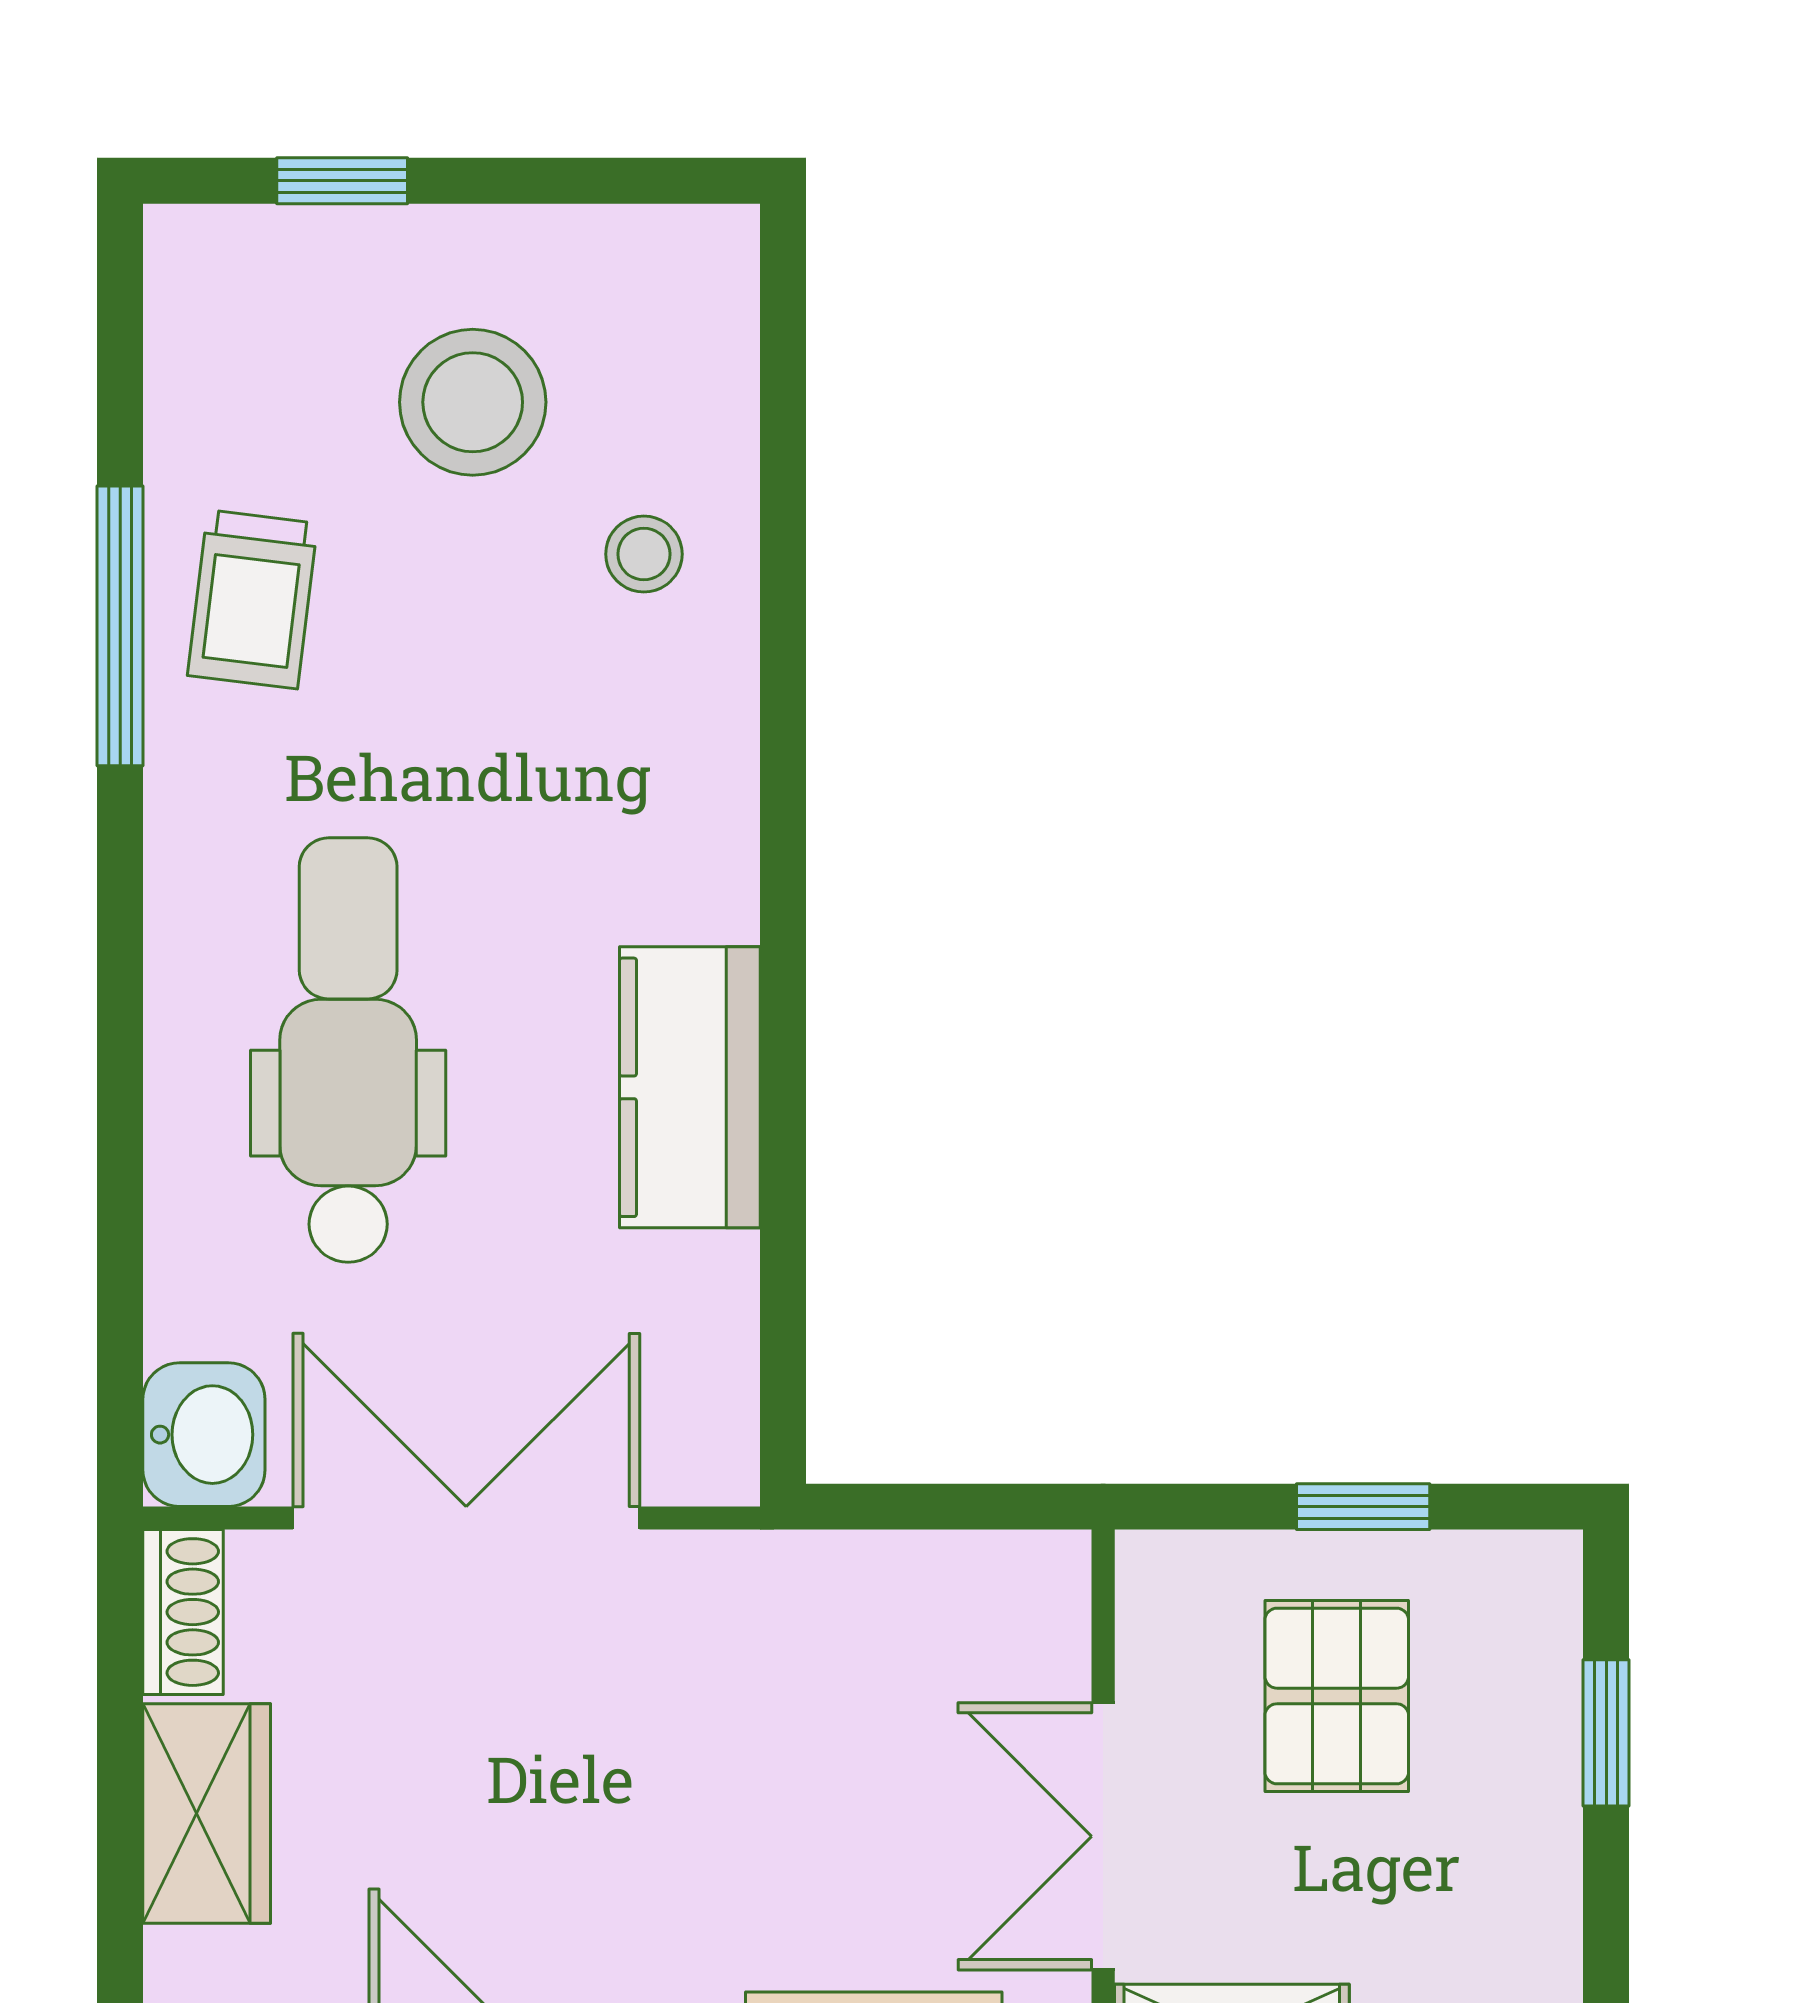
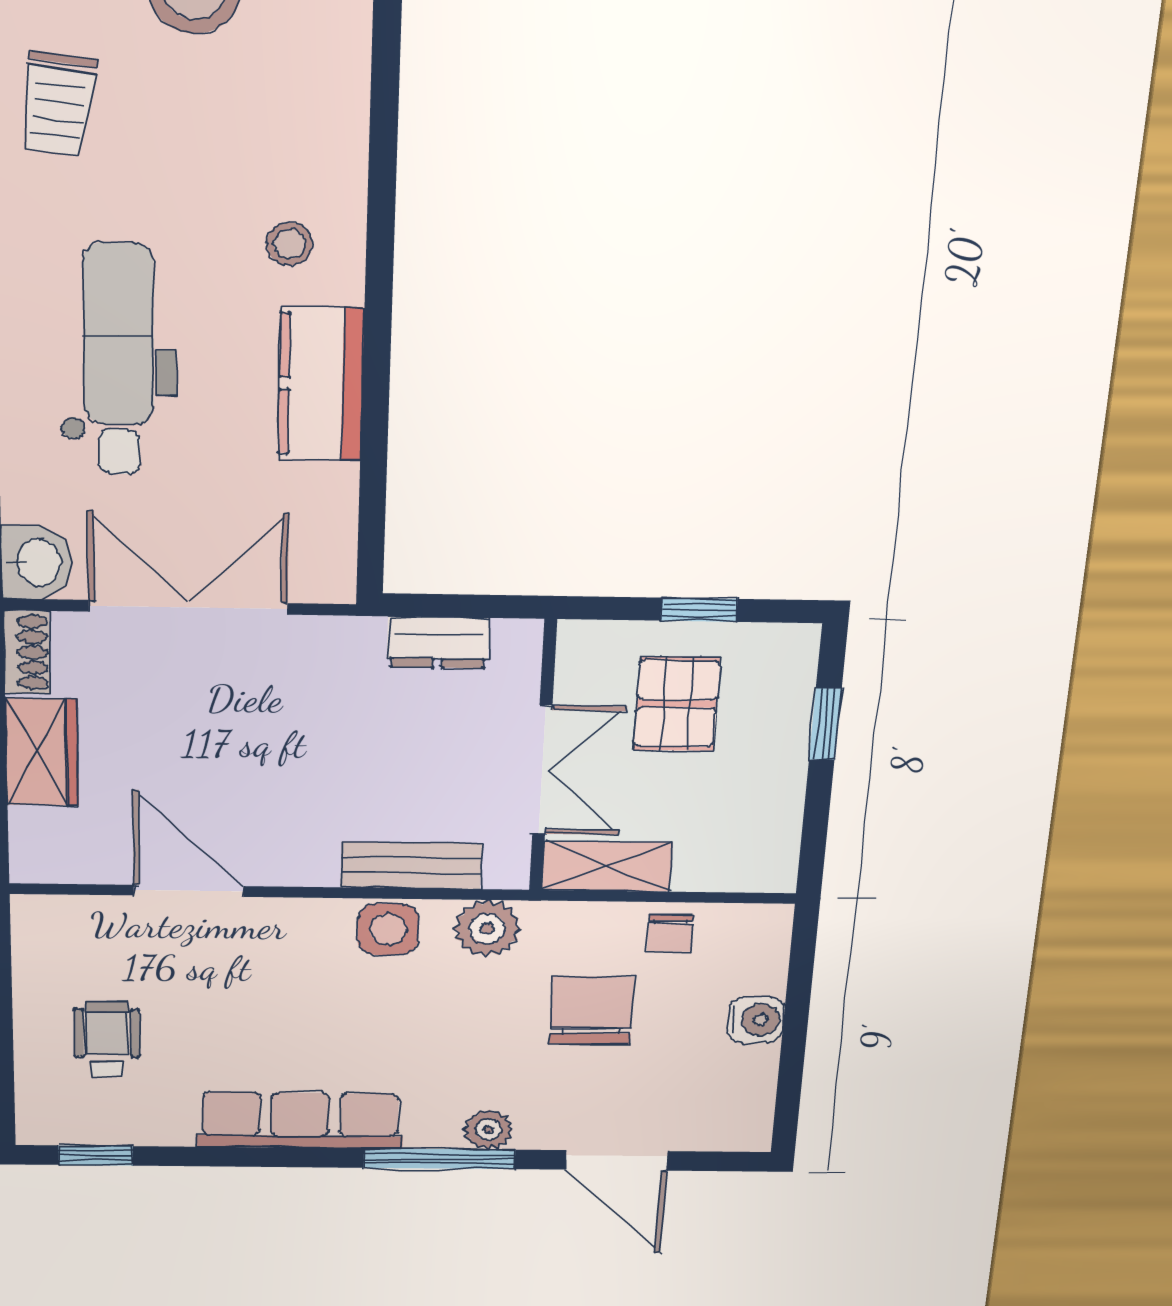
stool: (644, 554) -> (290, 244), moved
dresser: (906, 1580) -> (438, 642), added
double door: (1103, 1836) -> (542, 770), swing flipped

